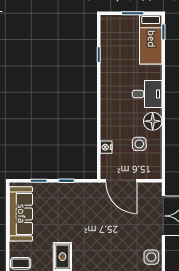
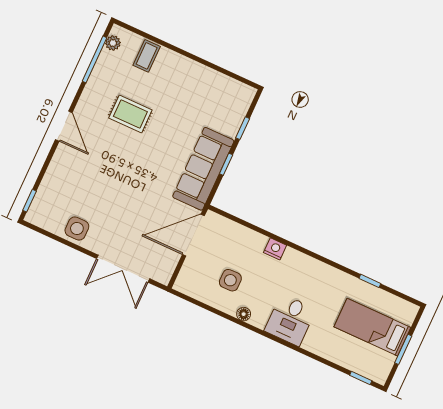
bed: (151, 39) -> (372, 327), moved
floor lamp: (153, 121) -> (244, 314), width x0.53, depth x0.53
nightstand: (106, 147) -> (275, 249), moved
sofa: (21, 214) -> (203, 169), moved, turned 90

